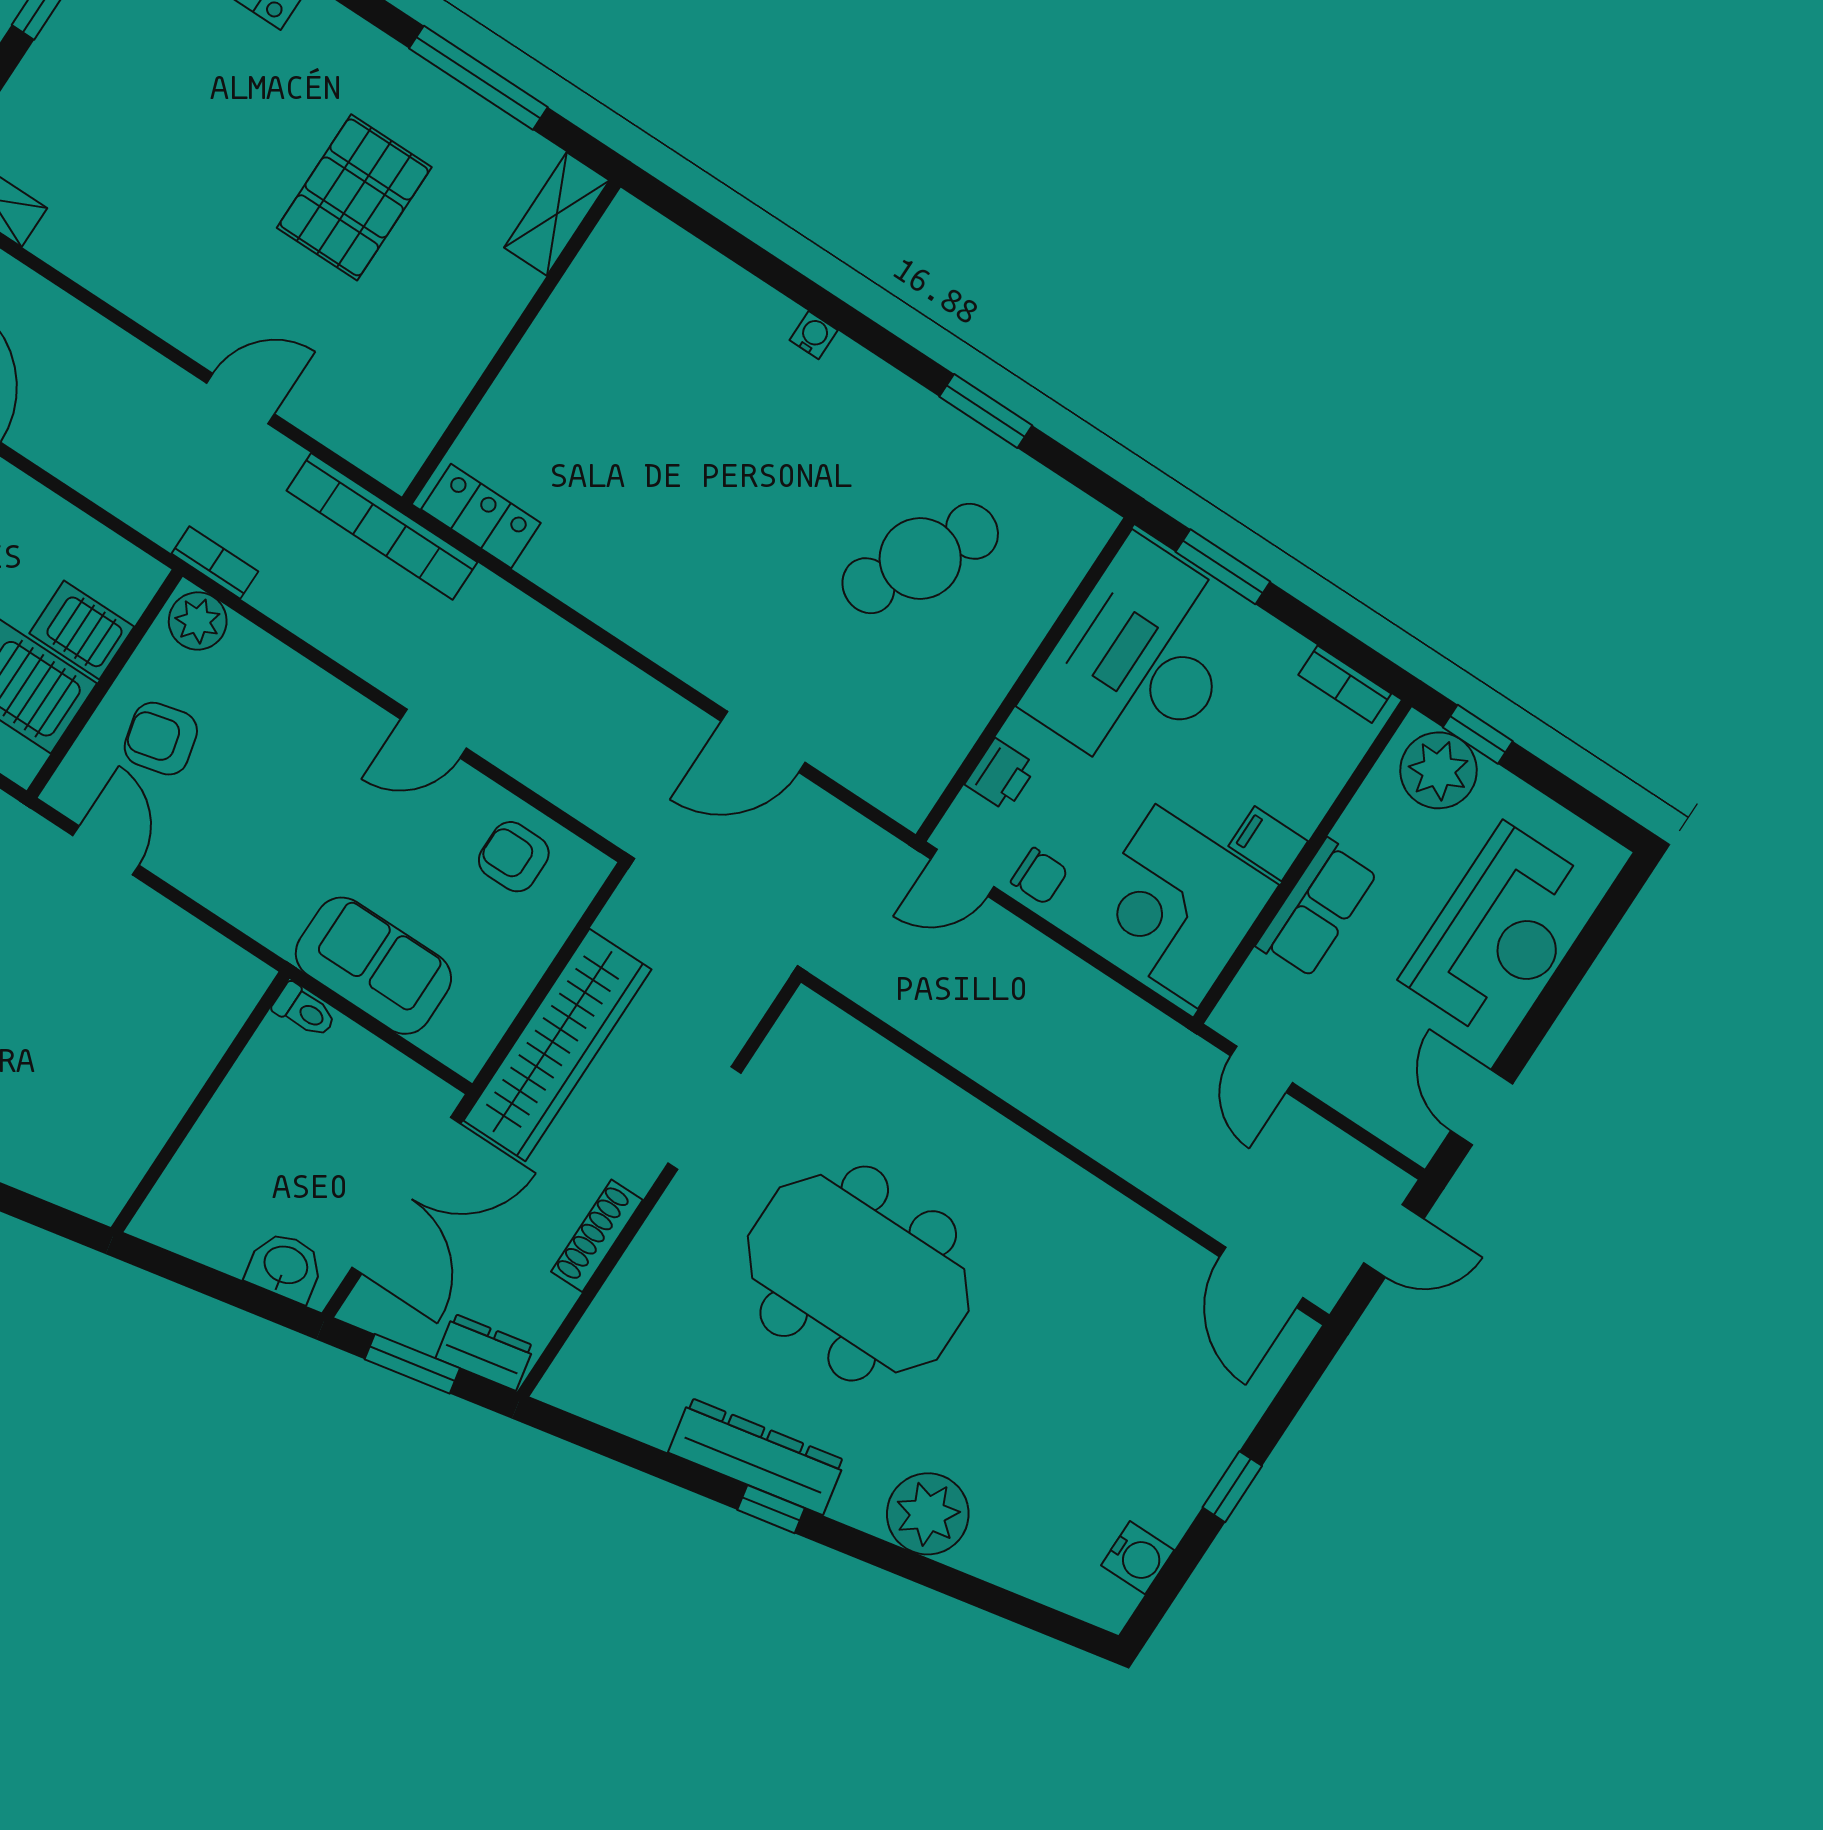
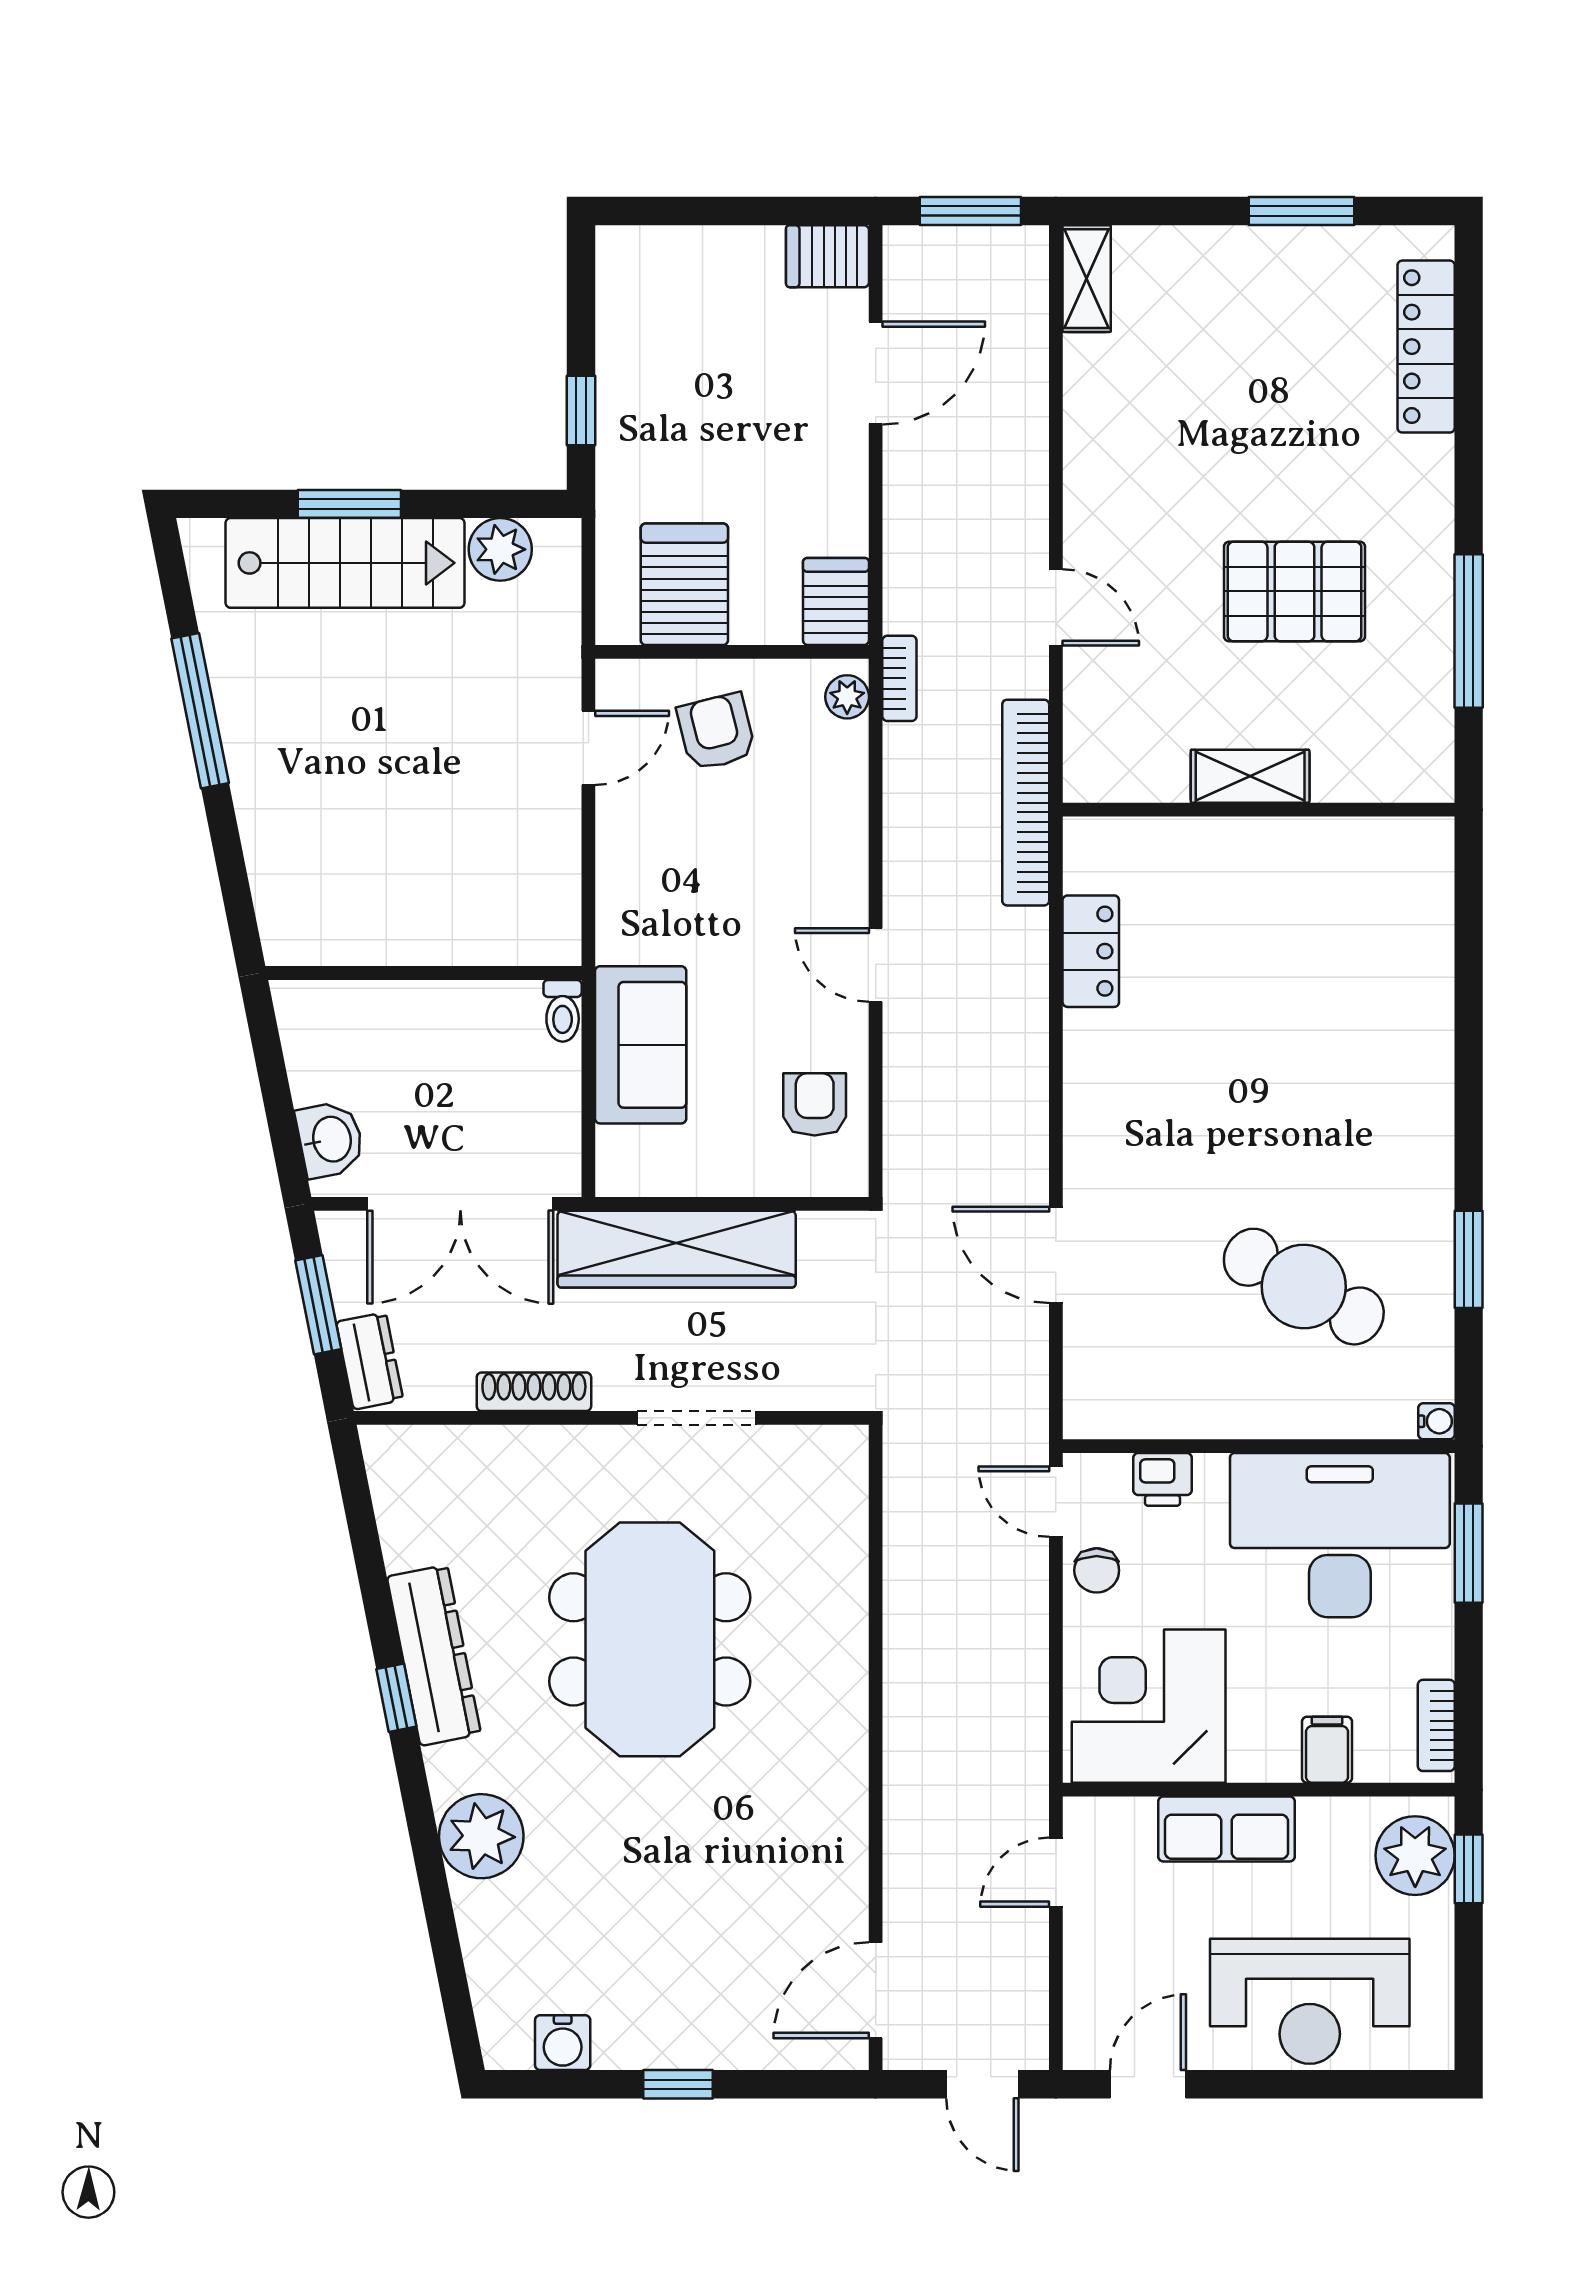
shelving: (557, 214) -> (1250, 776), moved
water cooler: (814, 335) -> (1436, 1421), moved
locker: (481, 516) -> (1091, 951), moved
plant: (198, 621) -> (847, 697), width x0.73, depth x0.73
server rack: (82, 630) -> (836, 602), moved
filing cabinet: (1268, 844) -> (1327, 1750), moved

